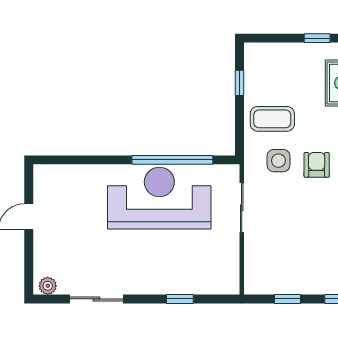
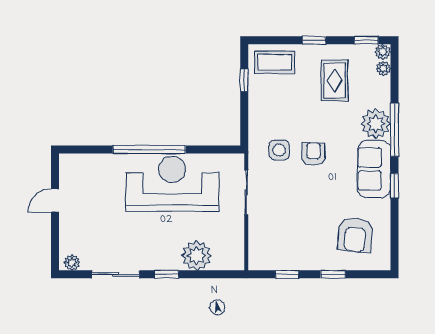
coffee table: (272, 119) -> (275, 62), moved
window: (172, 160) -> (149, 149), moved
plant: (186, 278) -> (197, 256), added
window: (180, 299) -> (166, 274), moved

